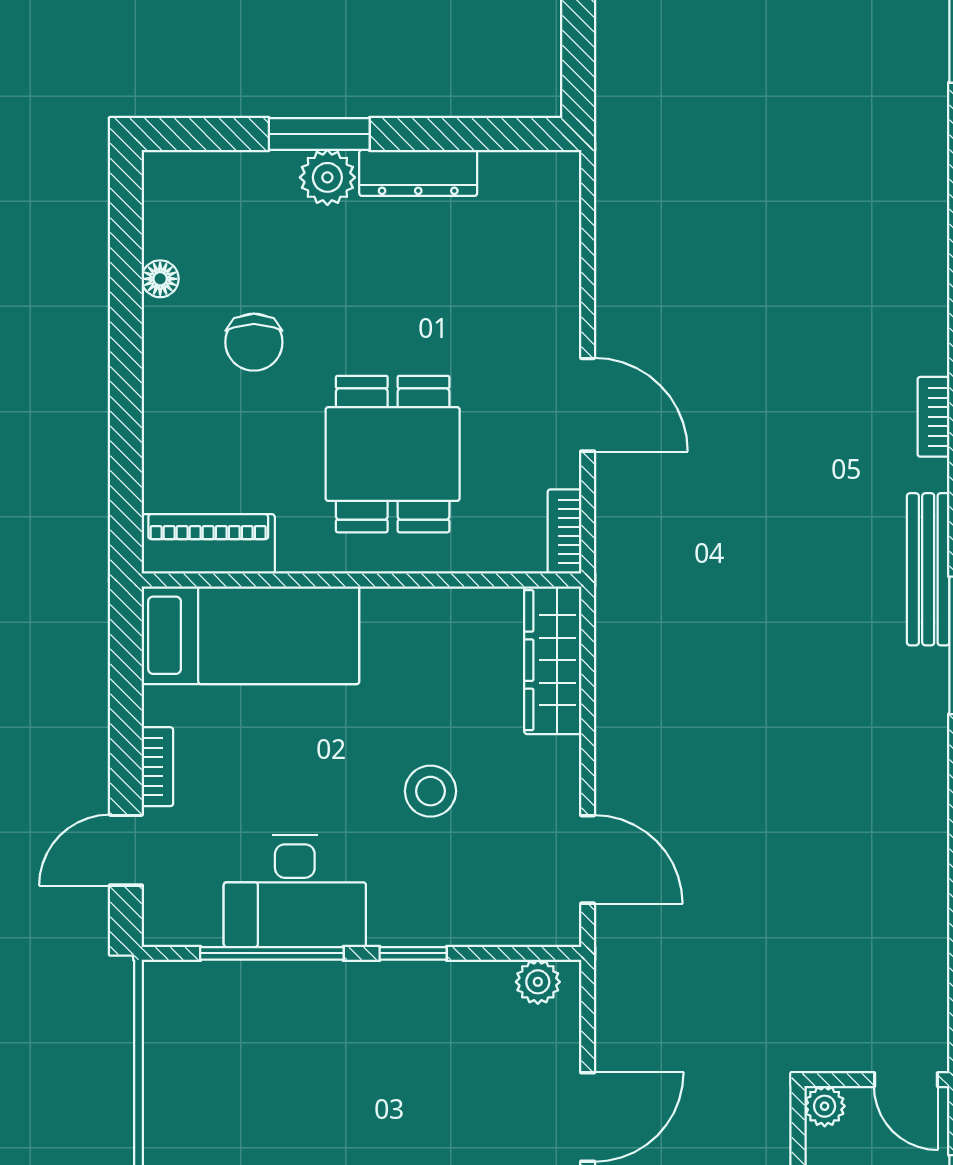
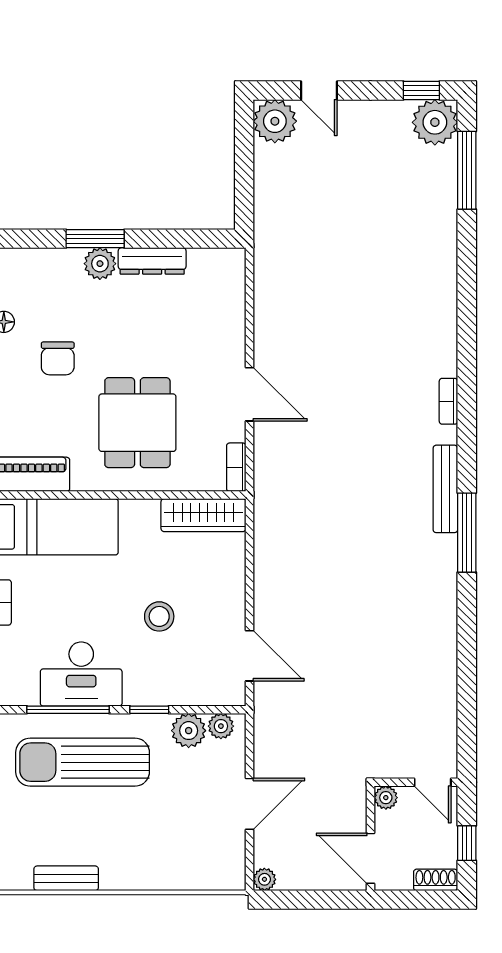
wardrobe: (553, 660) -> (203, 515), moved, turned -90
plant: (482, 990) -> (189, 731), added
sun lounger: (297, 1044) -> (83, 762), added

